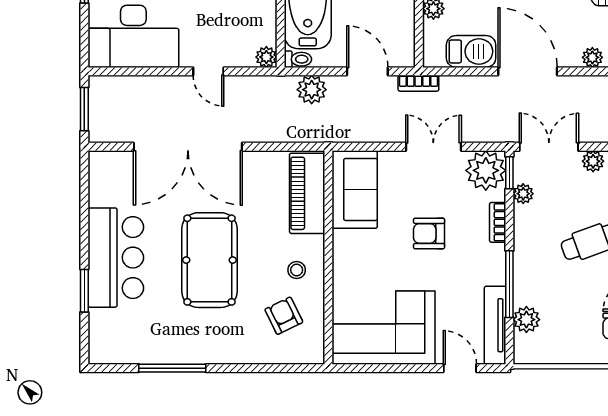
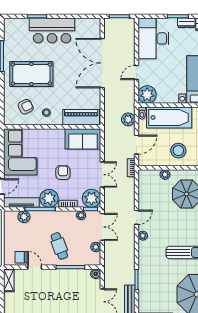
barbecue: (471, 51) -> (145, 192), removed
plant: (266, 57) -> (147, 95), width x1.87, depth x1.87
plant: (592, 57) -> (143, 236), moved
door: (528, 71) -> (136, 217), width x0.53
pool table: (209, 260) -> (31, 74), moved
plant: (486, 264) -> (49, 198), added

